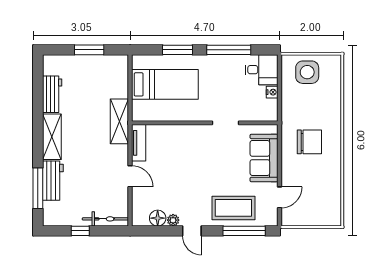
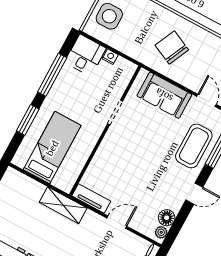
chair: (309, 142) -> (172, 48), turned -65
plant: (173, 220) -> (161, 232), moved

